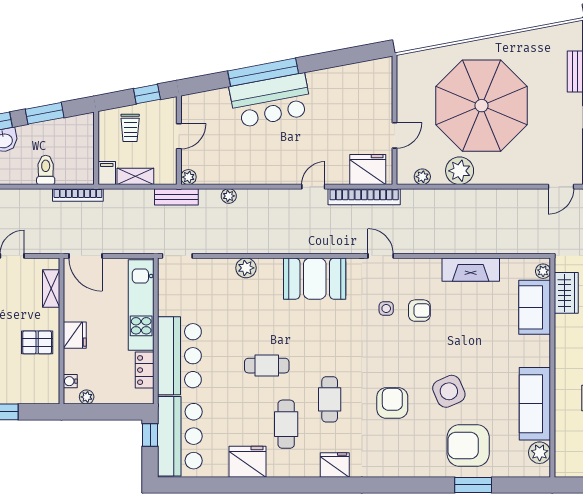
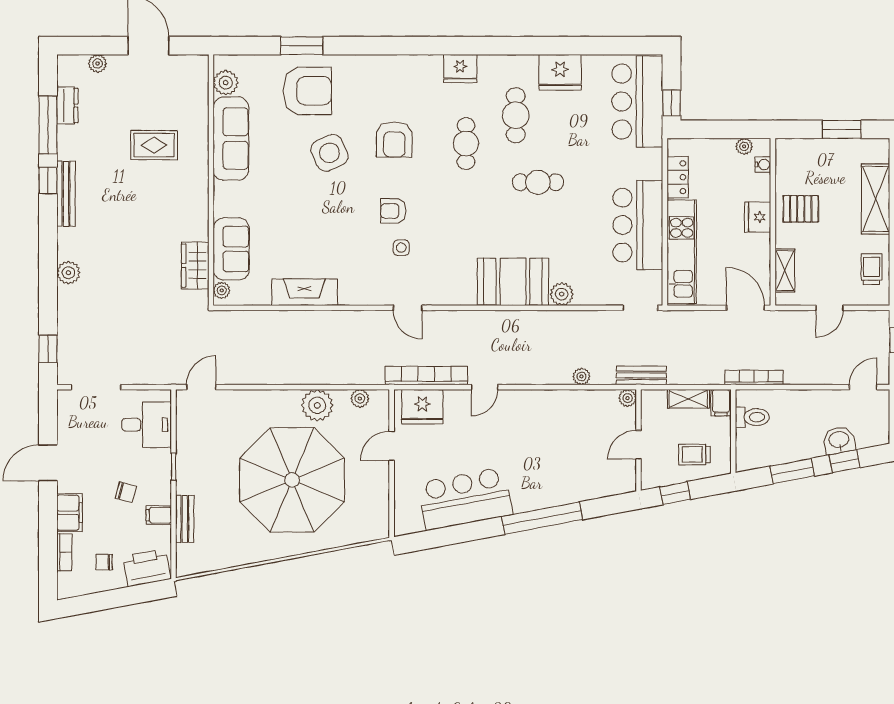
bar counter: (271, 100) -> (465, 499), moved
trolley: (130, 128) -> (694, 454), turned -90
toilet: (46, 170) -> (752, 417), moved, turned -90
booth: (315, 279) -> (513, 282), moved
armchair: (419, 311) -> (393, 211), moved
bar counter: (179, 356) -> (638, 225), moved

